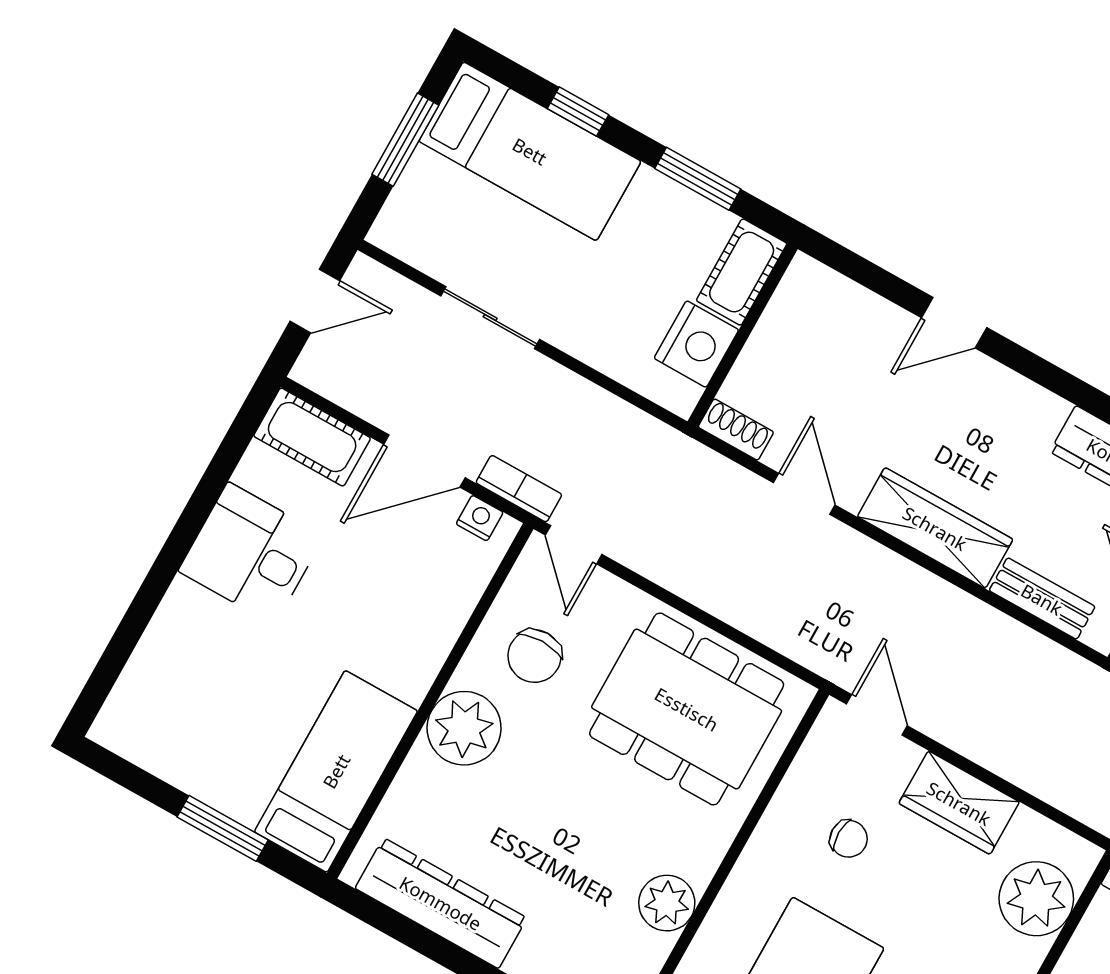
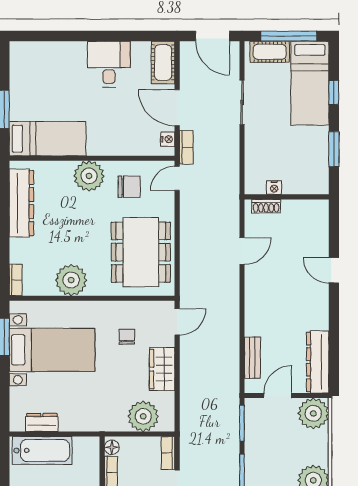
window: (405, 140) -> (289, 36), width x1.44
cot: (742, 272) -> (270, 52), moved
door: (315, 301) -> (213, 36), width x1.38
nightstand: (696, 344) -> (274, 187), width x0.53, depth x0.56
shoe rack: (736, 430) -> (266, 206), moved, turned 90
wardrobe: (935, 528) -> (256, 305), removed
chair: (534, 656) -> (129, 187), turned 180
chair: (849, 839) -> (127, 337), turned 180
plant: (667, 903) -> (71, 280), width x1.36, depth x1.36

